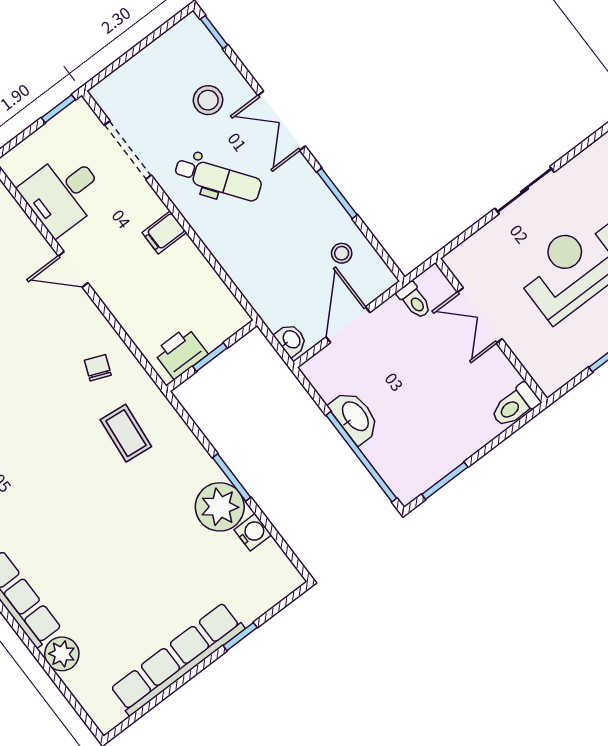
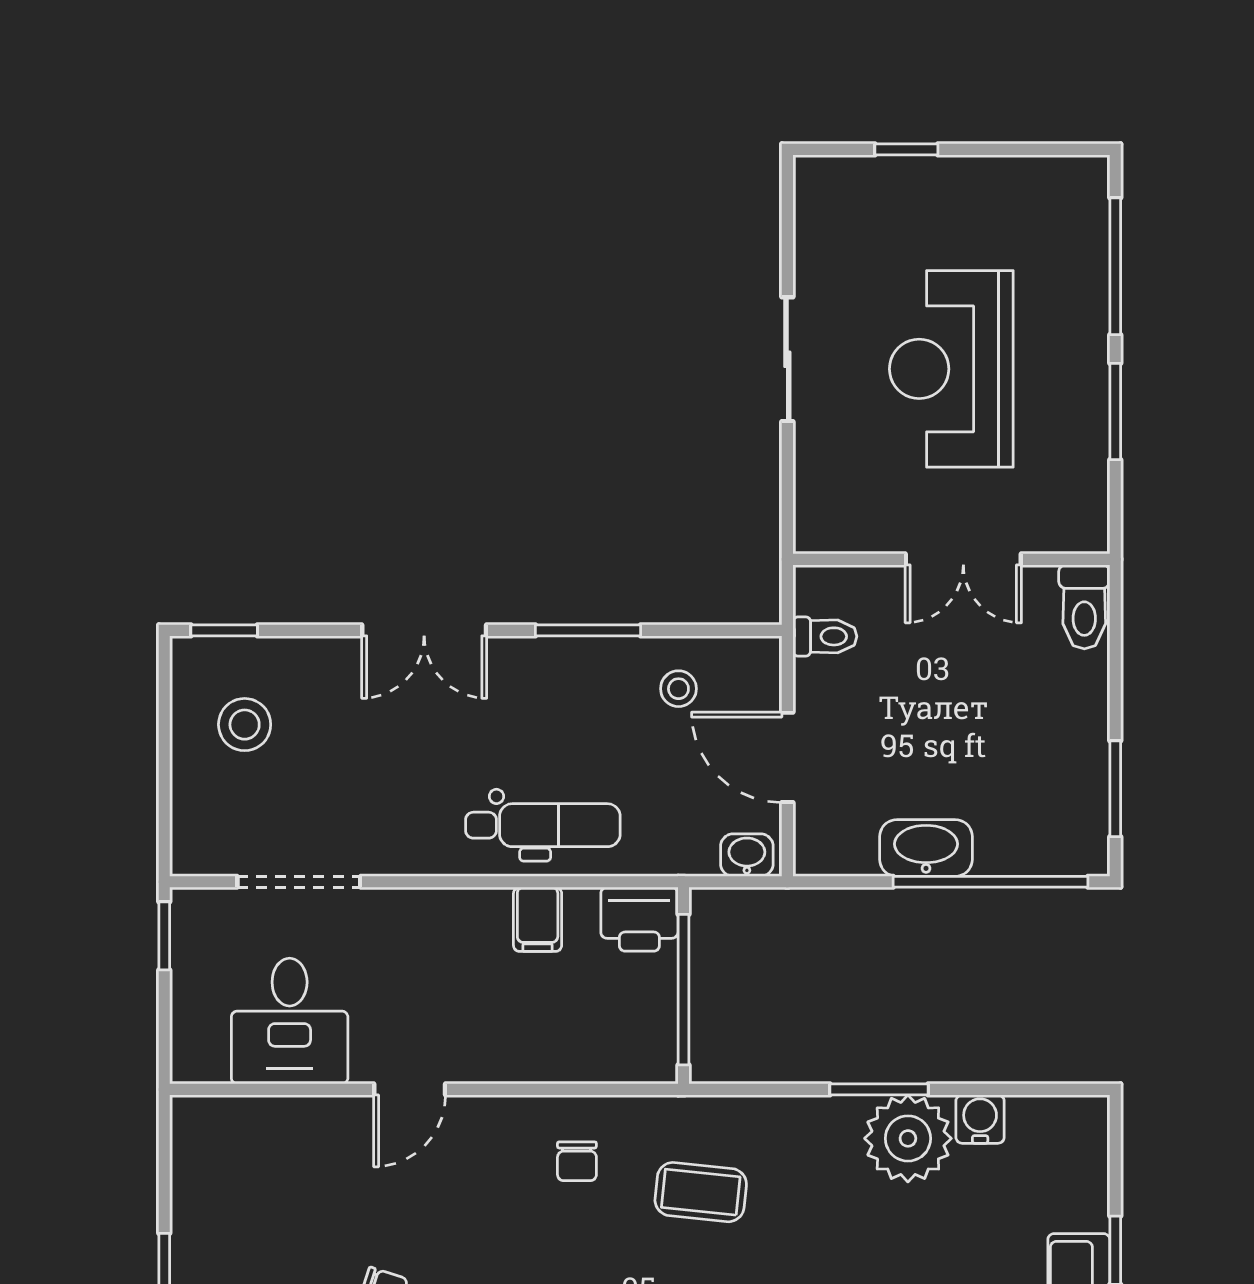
stool: (208, 100) -> (245, 725), moved
dental chair: (218, 179) -> (543, 825), moved, turned 36
filing cabinet: (164, 232) -> (538, 919), moved
double door: (480, 316) -> (963, 559), moved
printer: (181, 353) -> (639, 919), moved, turned -90
window: (210, 357) -> (683, 990), width x2.17
chair: (98, 368) -> (577, 1161), turned -112

